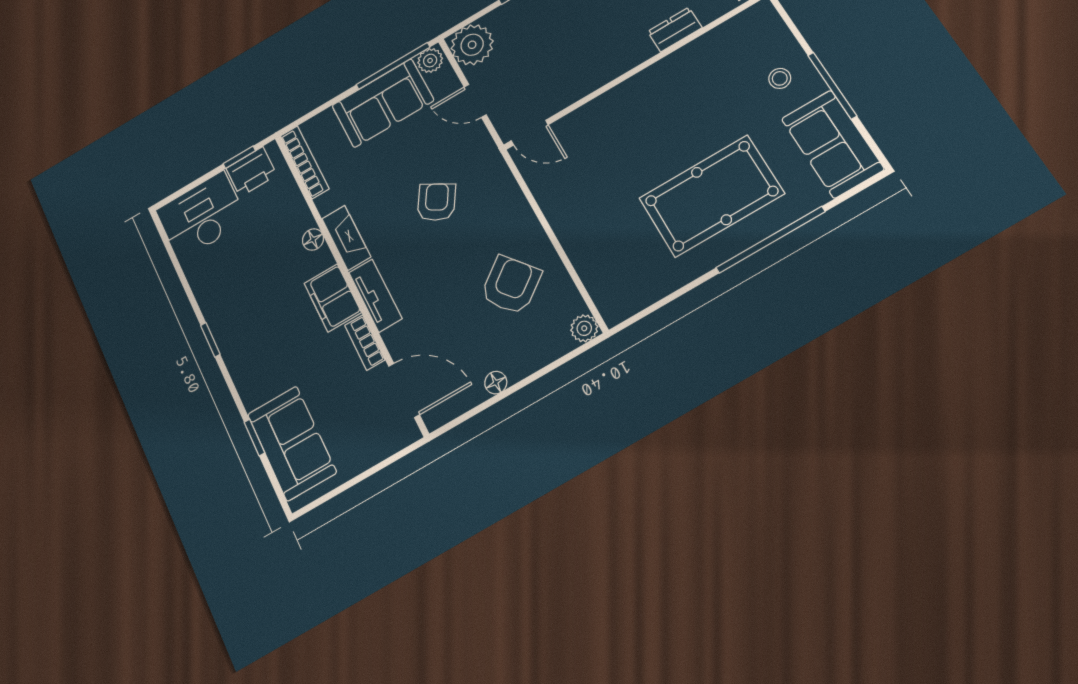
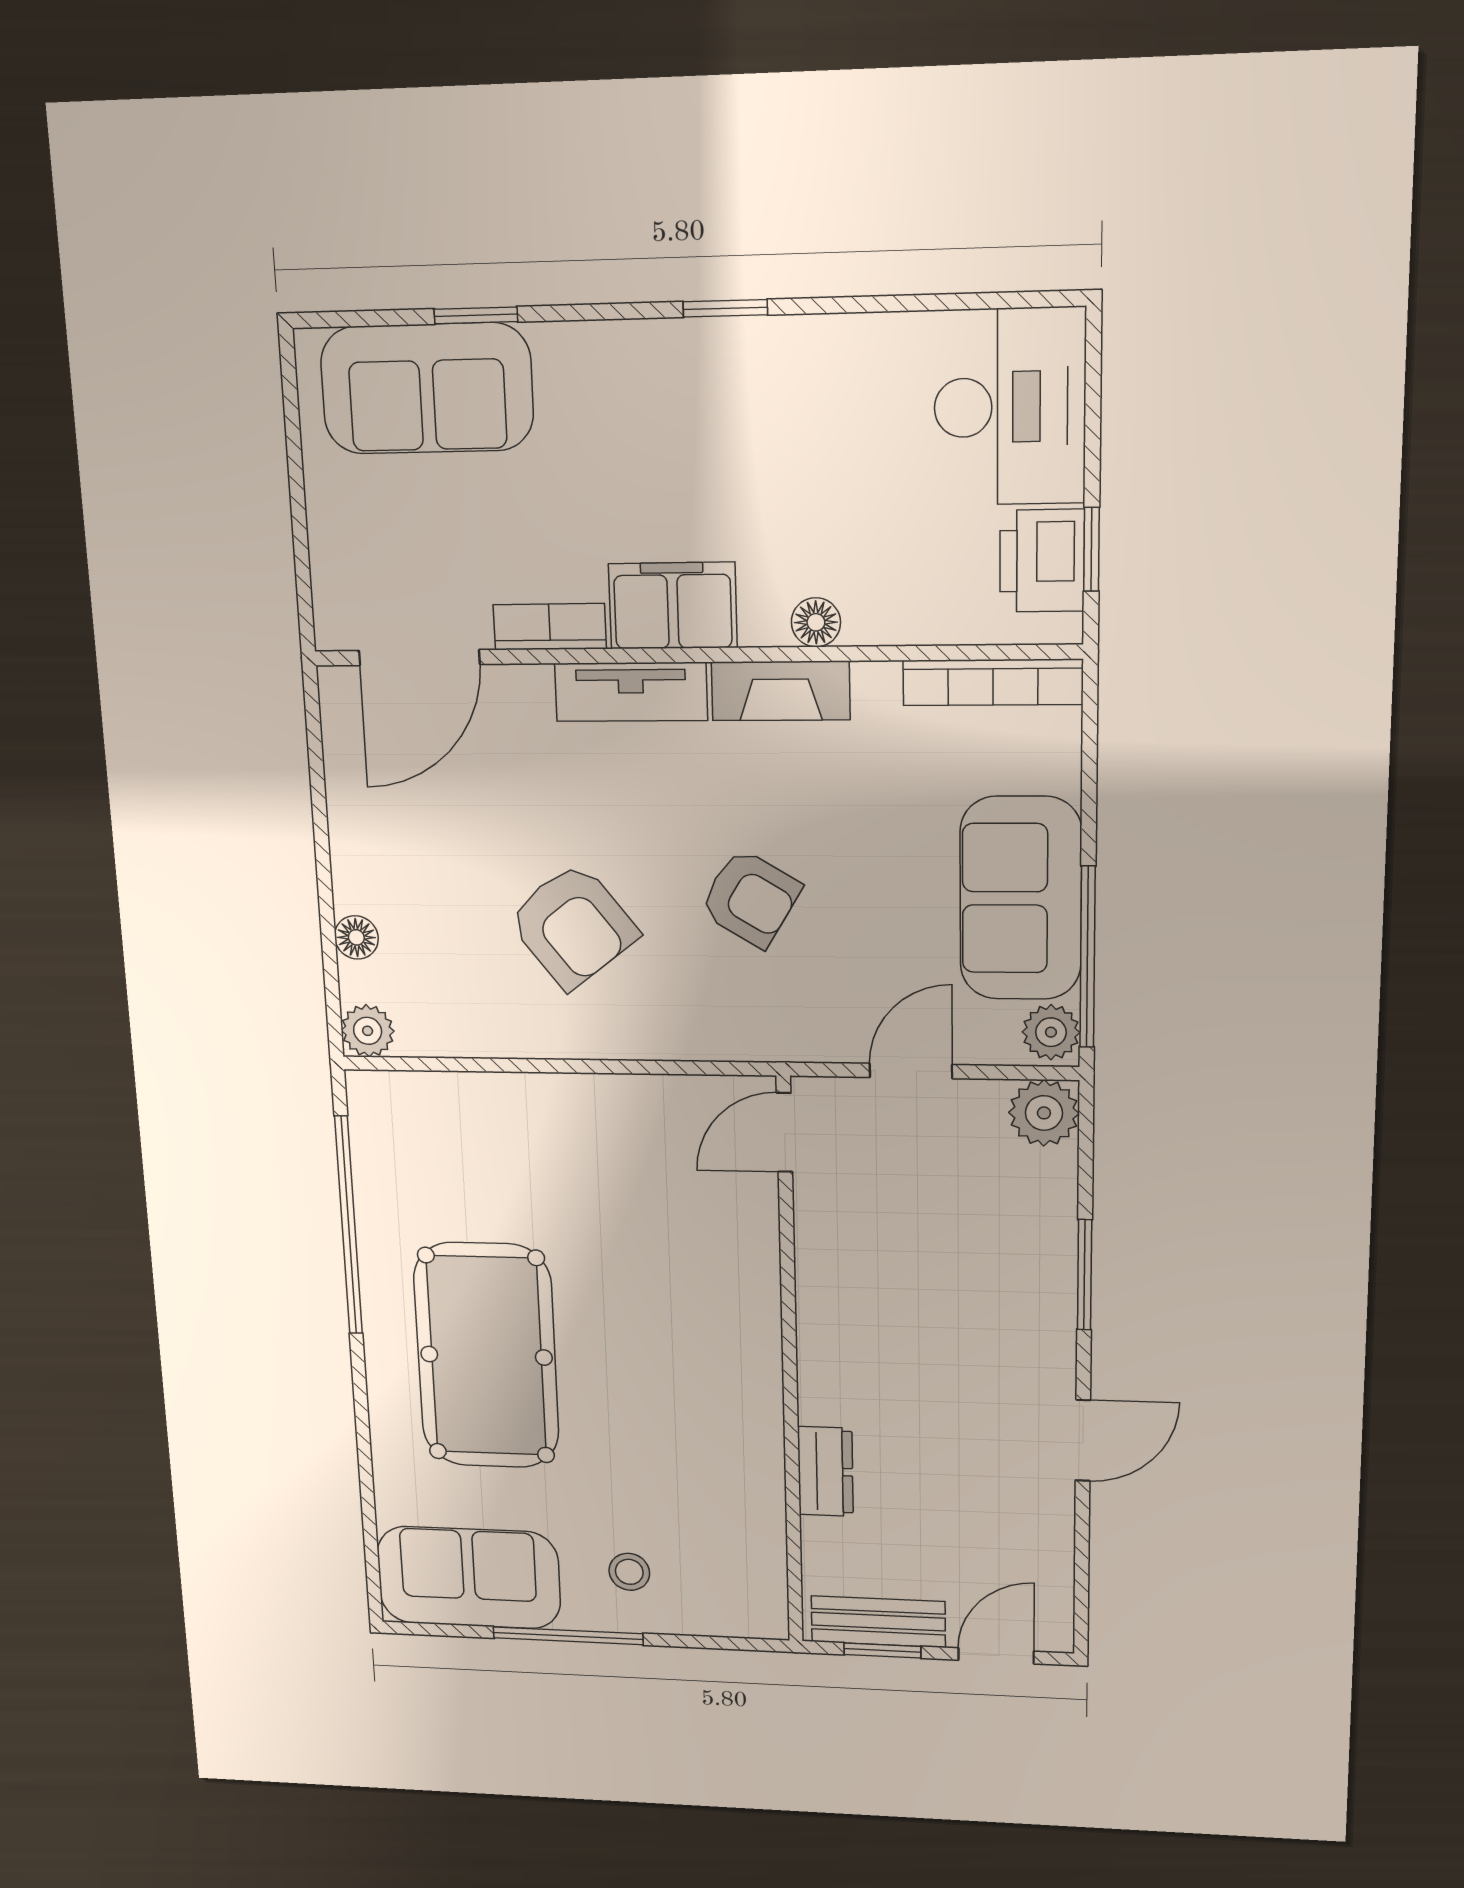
plant: (472, 45) -> (1044, 1113), width x0.73, depth x0.73
window: (771, 240) -> (349, 1226), moved
armchair: (511, 285) -> (573, 926), moved
floor lamp: (496, 383) -> (356, 937), moved

